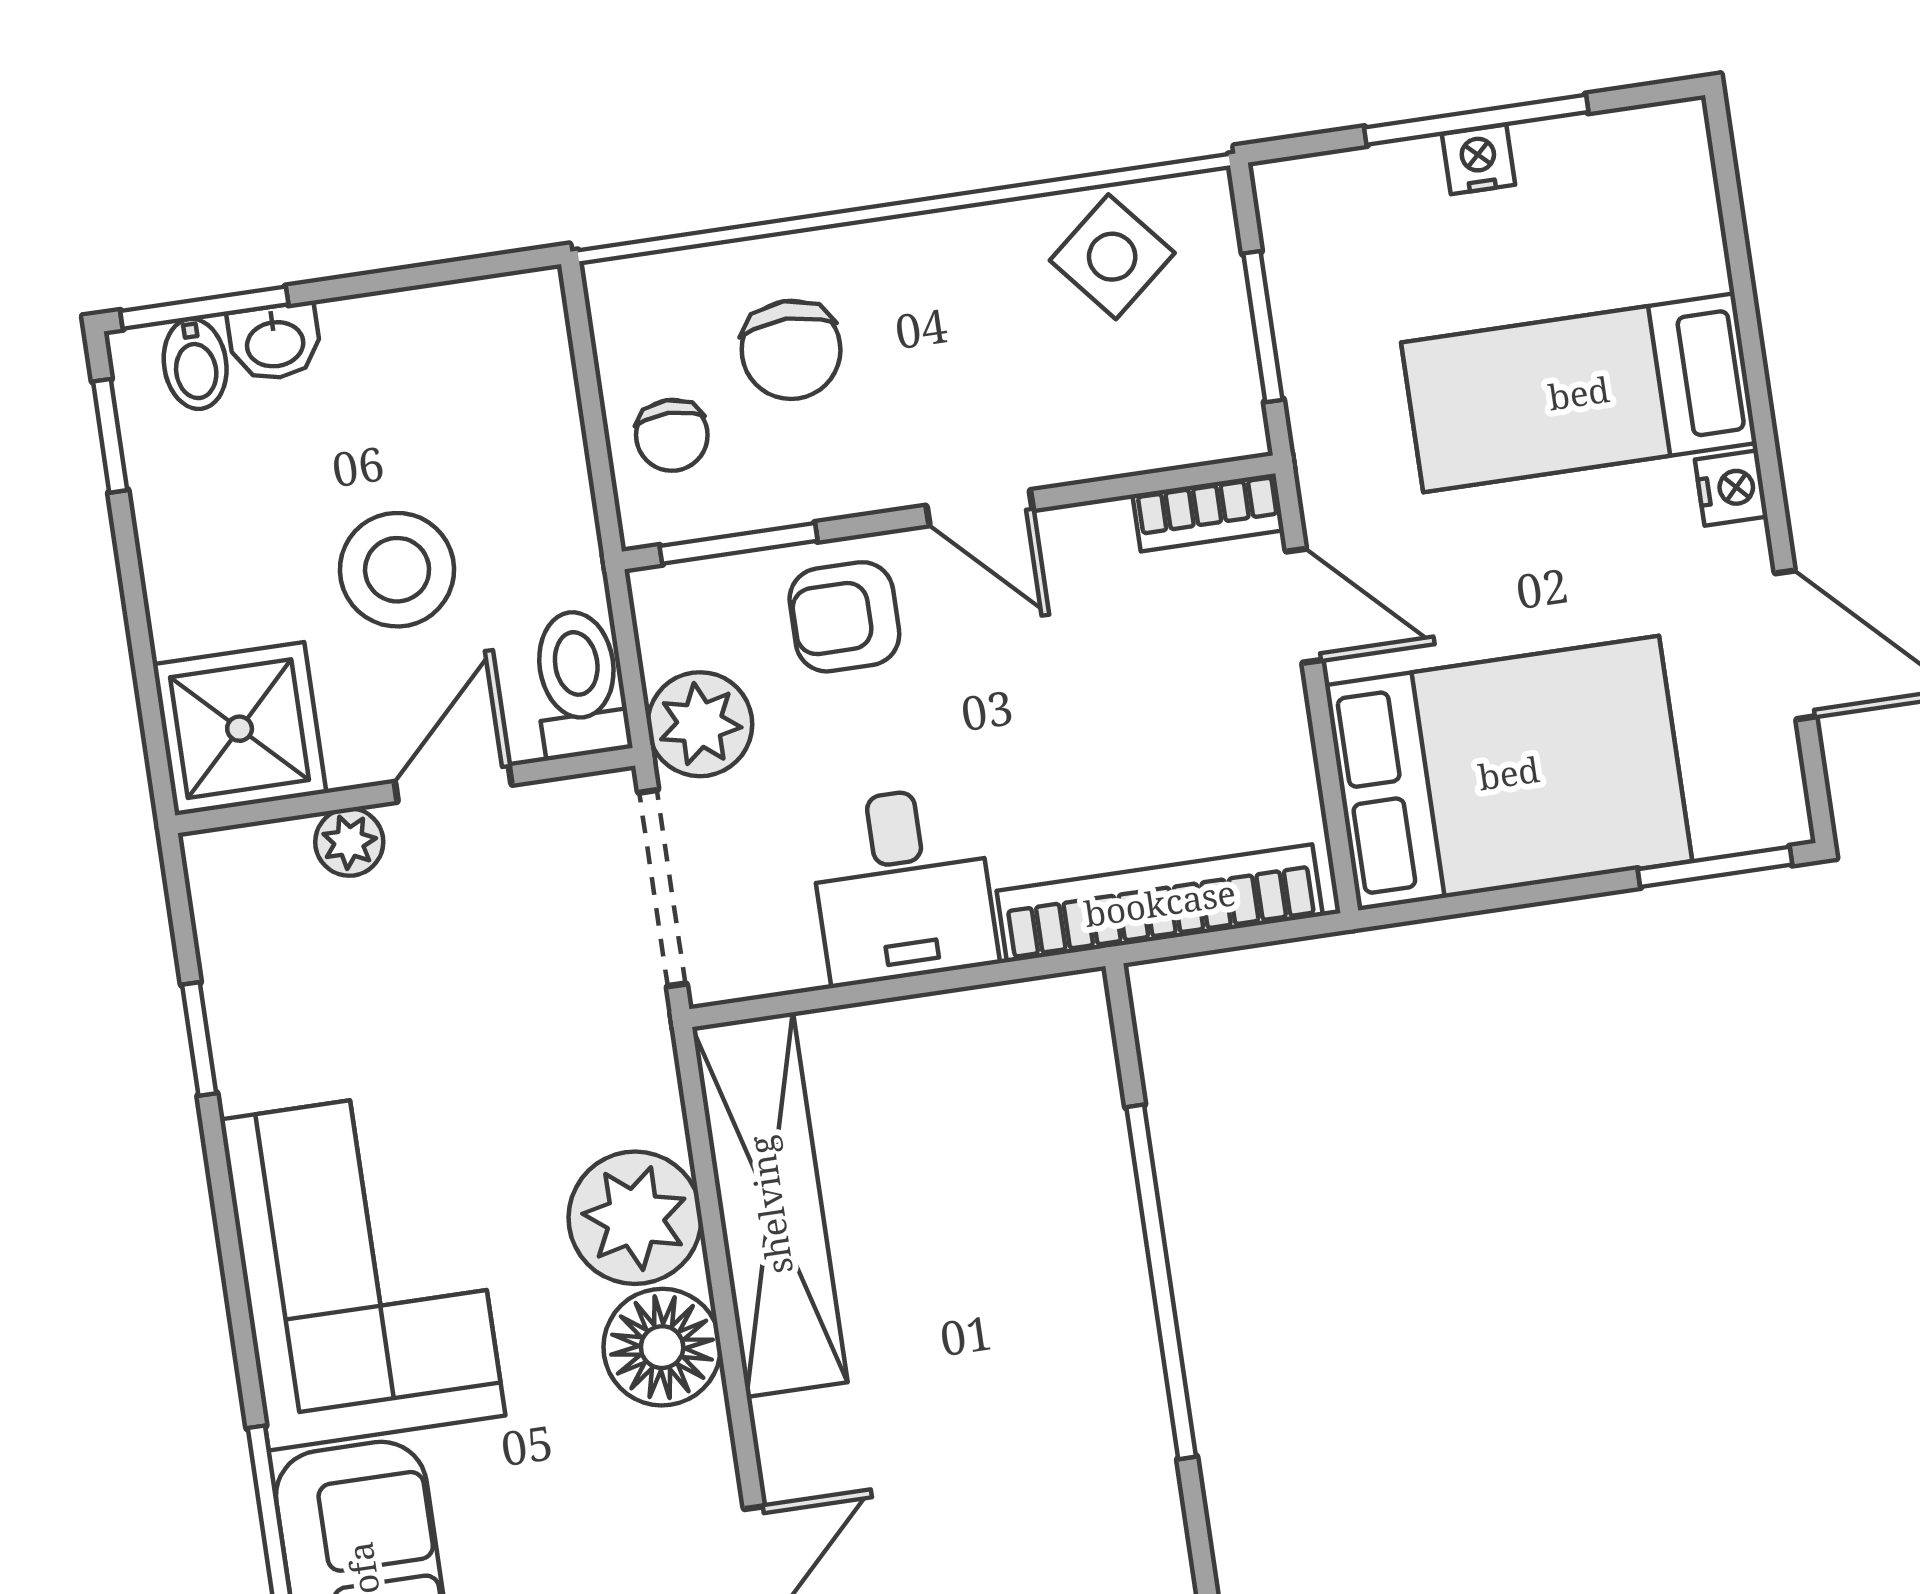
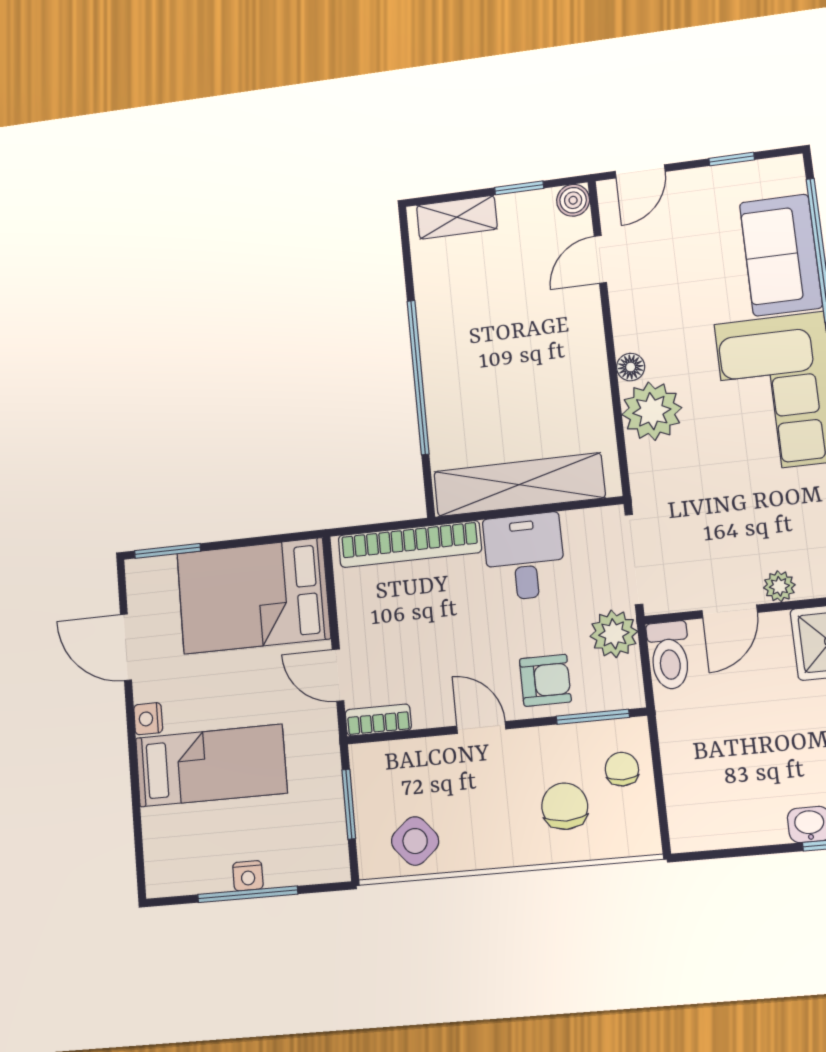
stool: (397, 570) -> (753, 713), removed
shelving: (770, 1205) -> (519, 485), moved, turned 90
floor lamp: (662, 1347) -> (631, 367), width x0.53, depth x0.53

